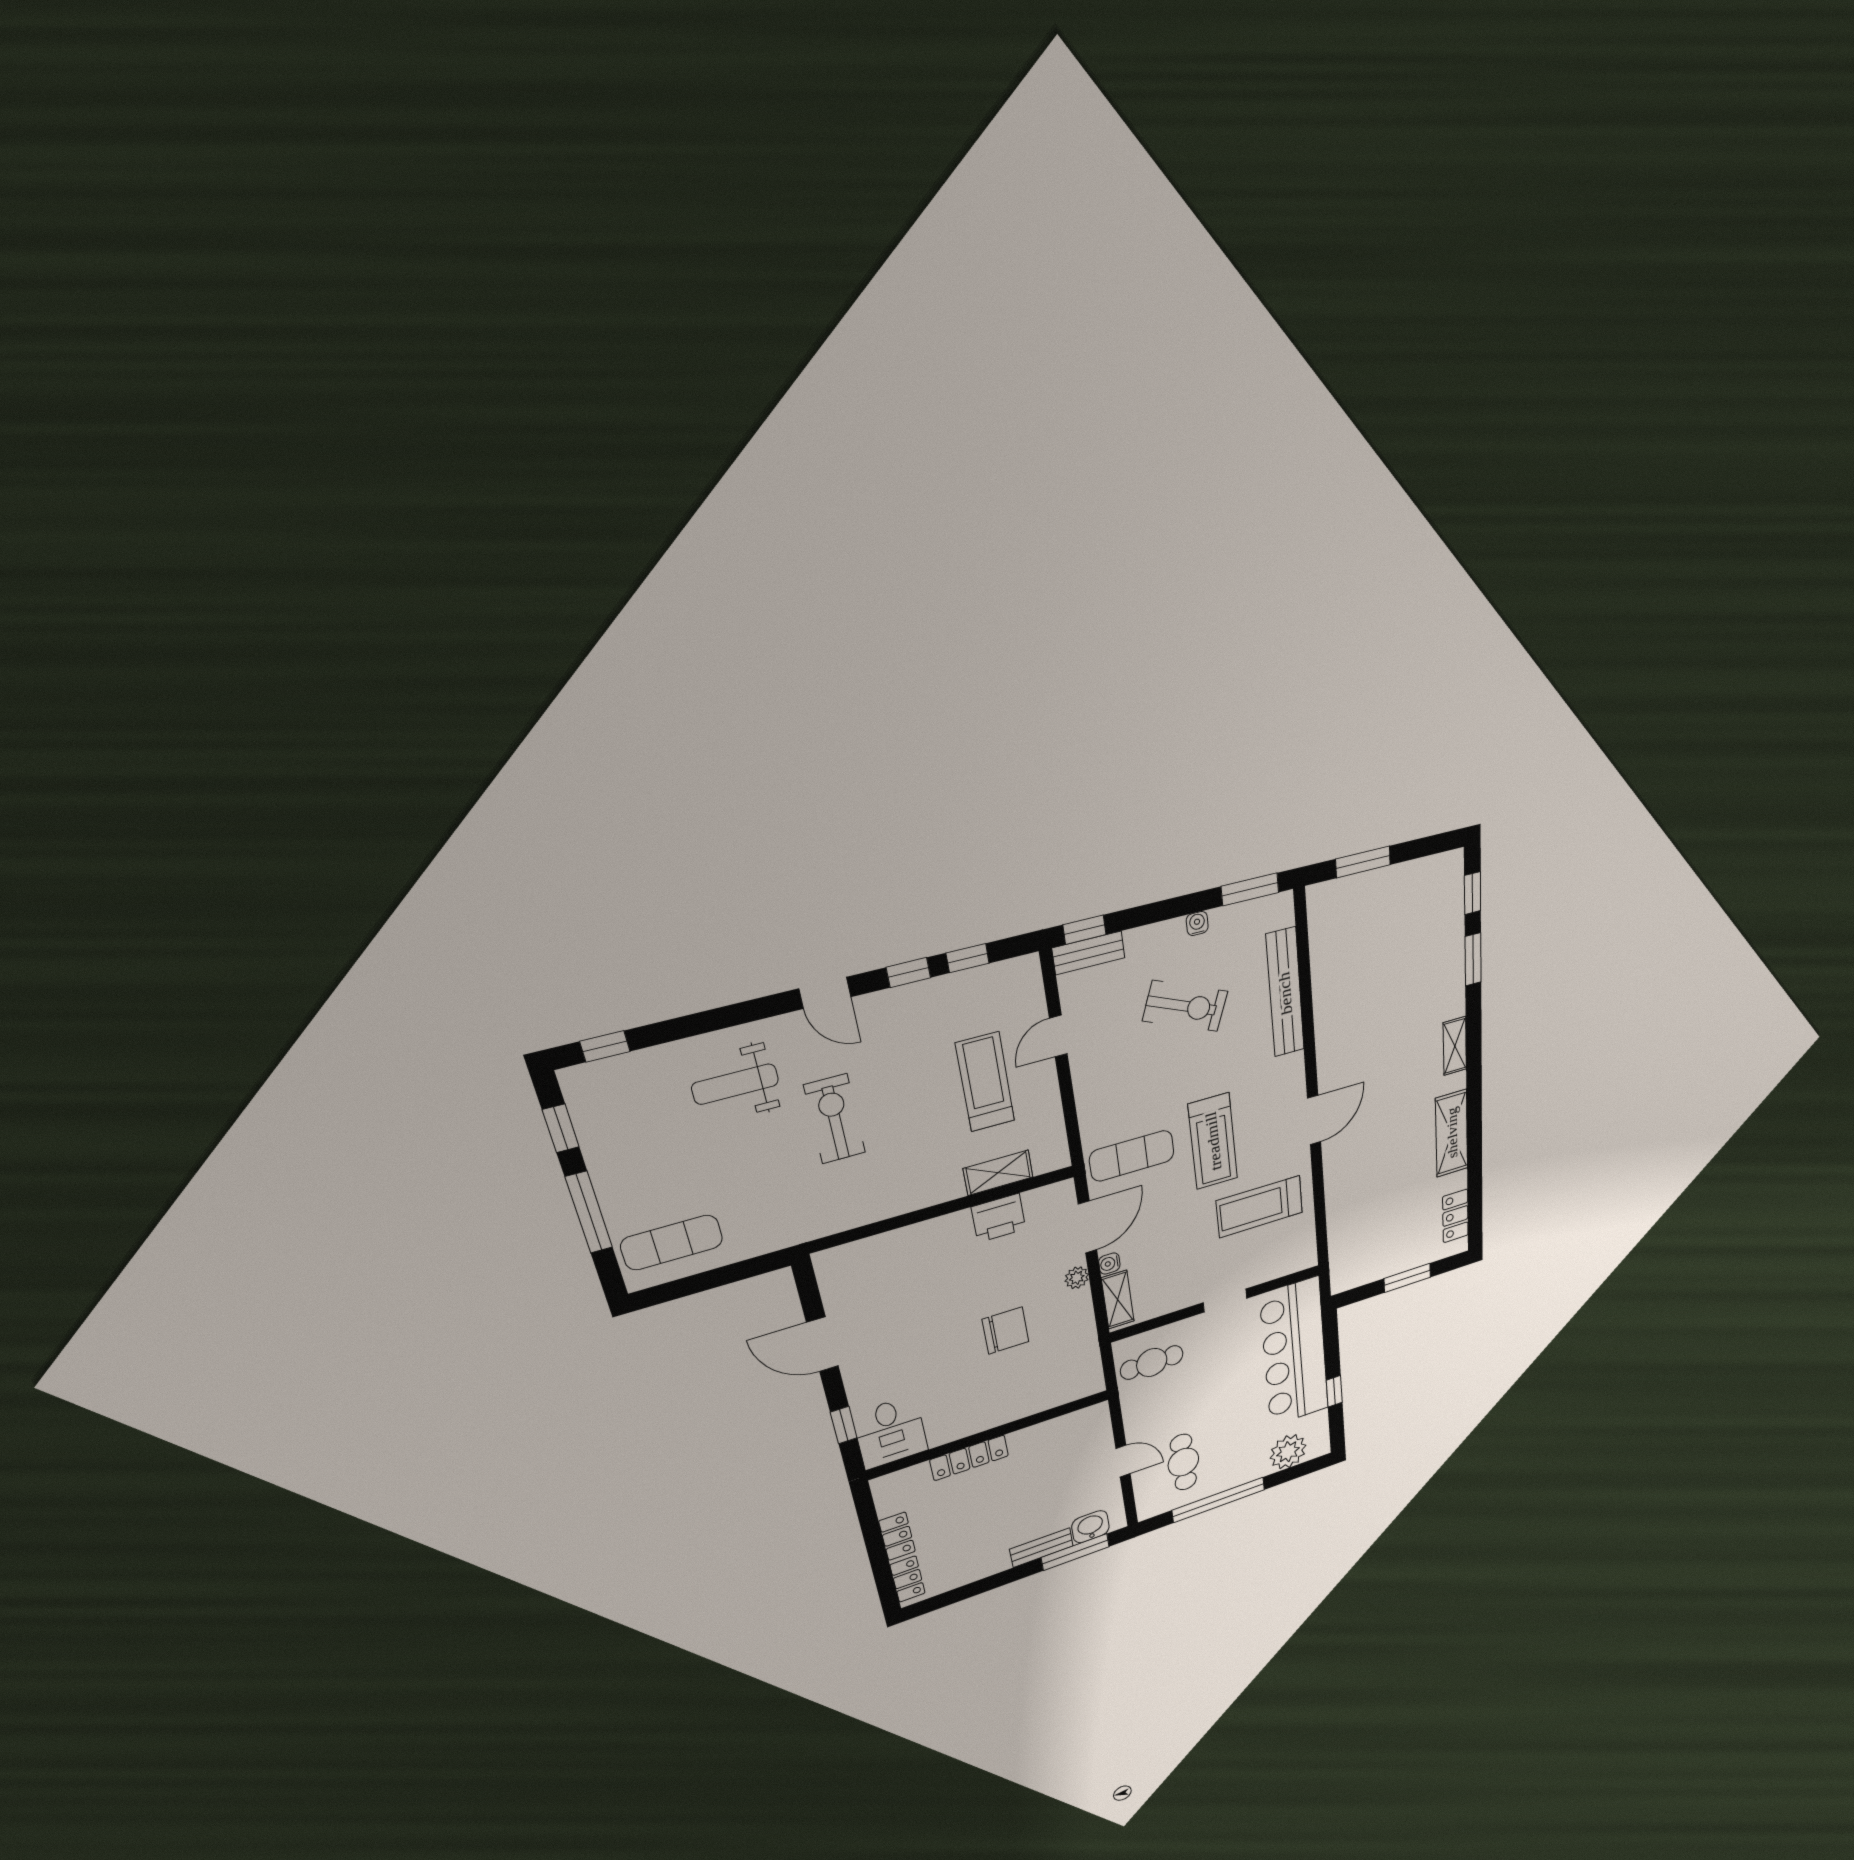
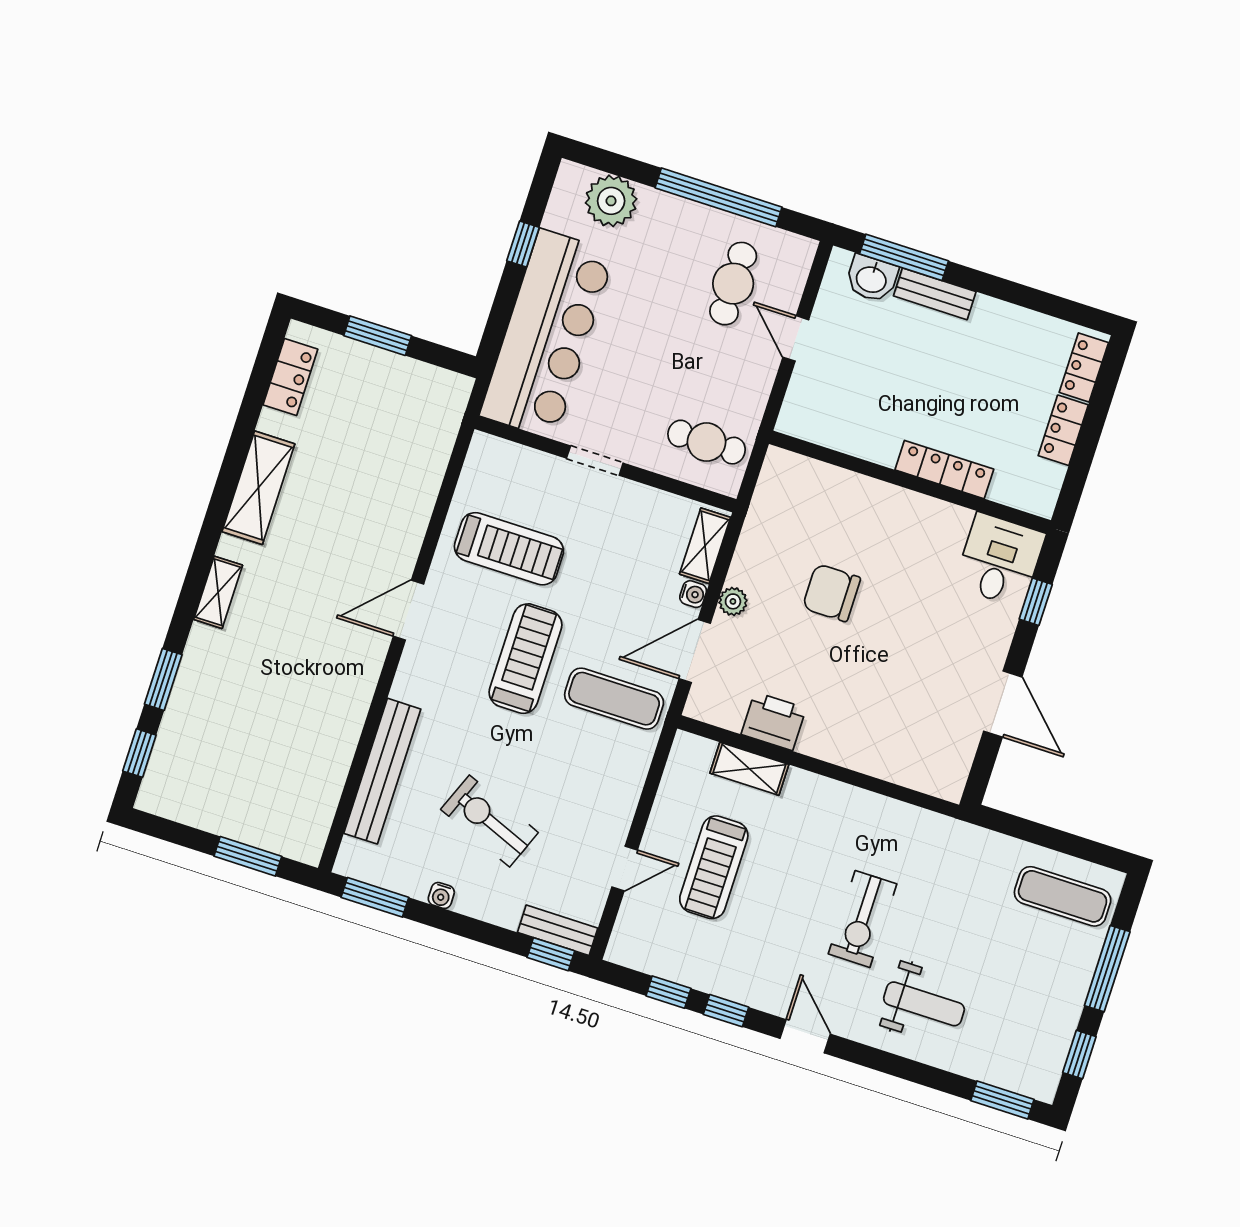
window: (605, 1046) -> (1002, 1100), width x1.50

